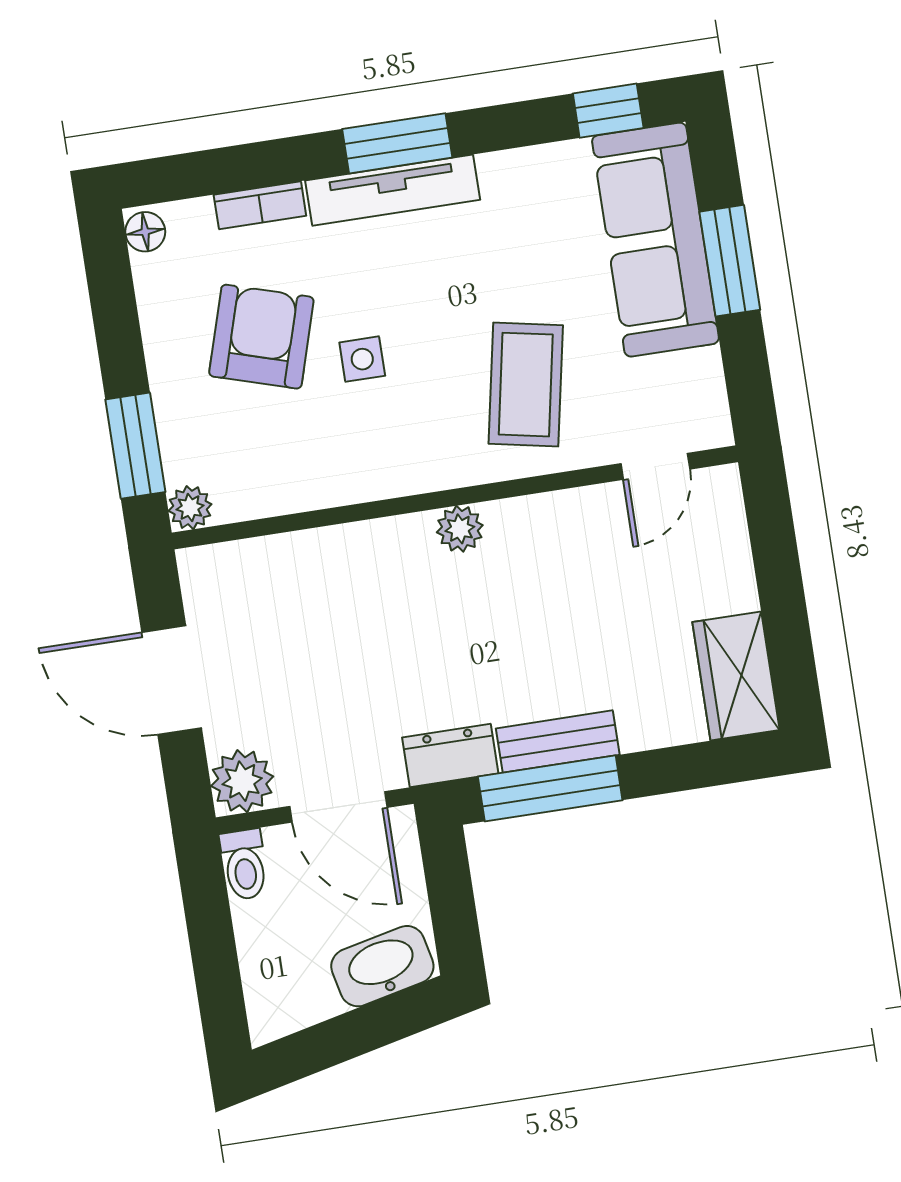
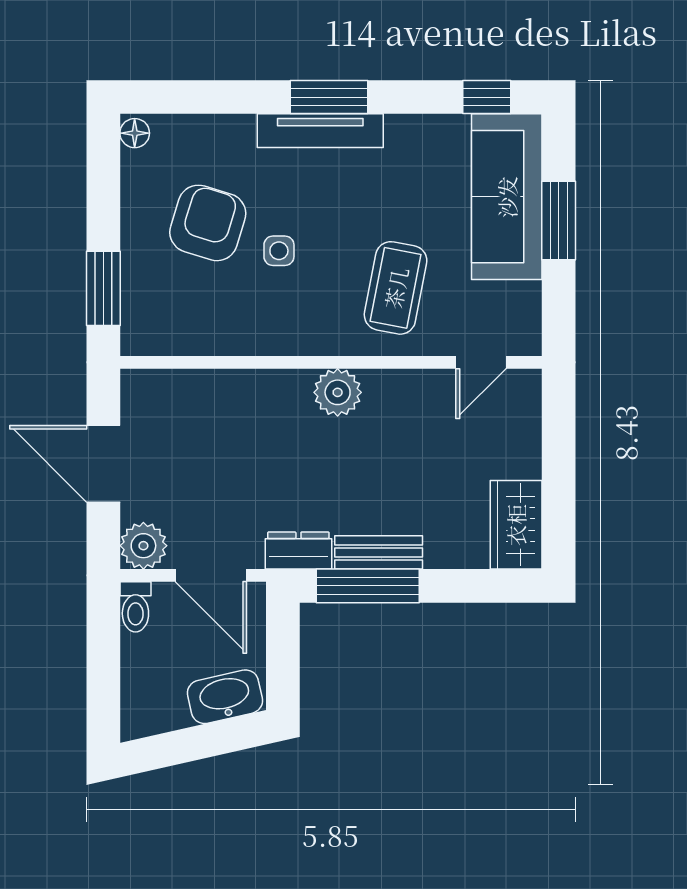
bookcase: (260, 205) -> (222, 127), removed
plant: (190, 508) -> (136, 340), removed
plant: (460, 529) -> (338, 392), width x1.38, depth x1.38

